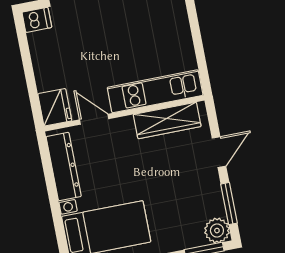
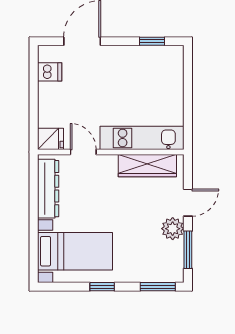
dishwasher: (37, 20) -> (50, 72), moved
fridge: (55, 107) -> (50, 139), width x0.72
plant: (217, 231) -> (173, 229), moved

